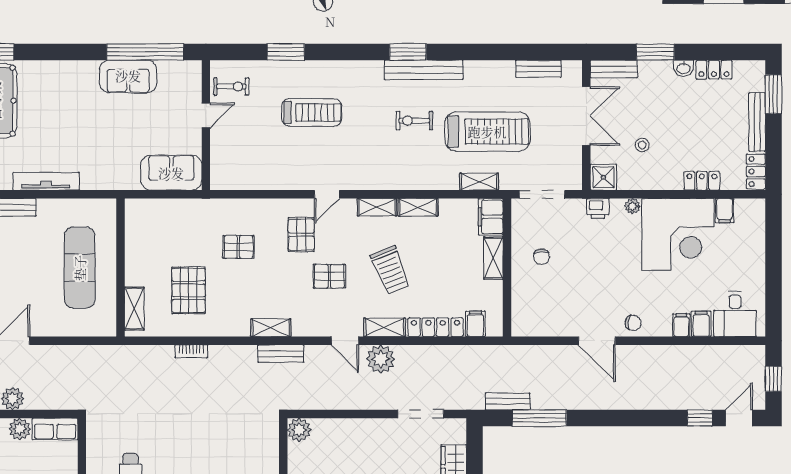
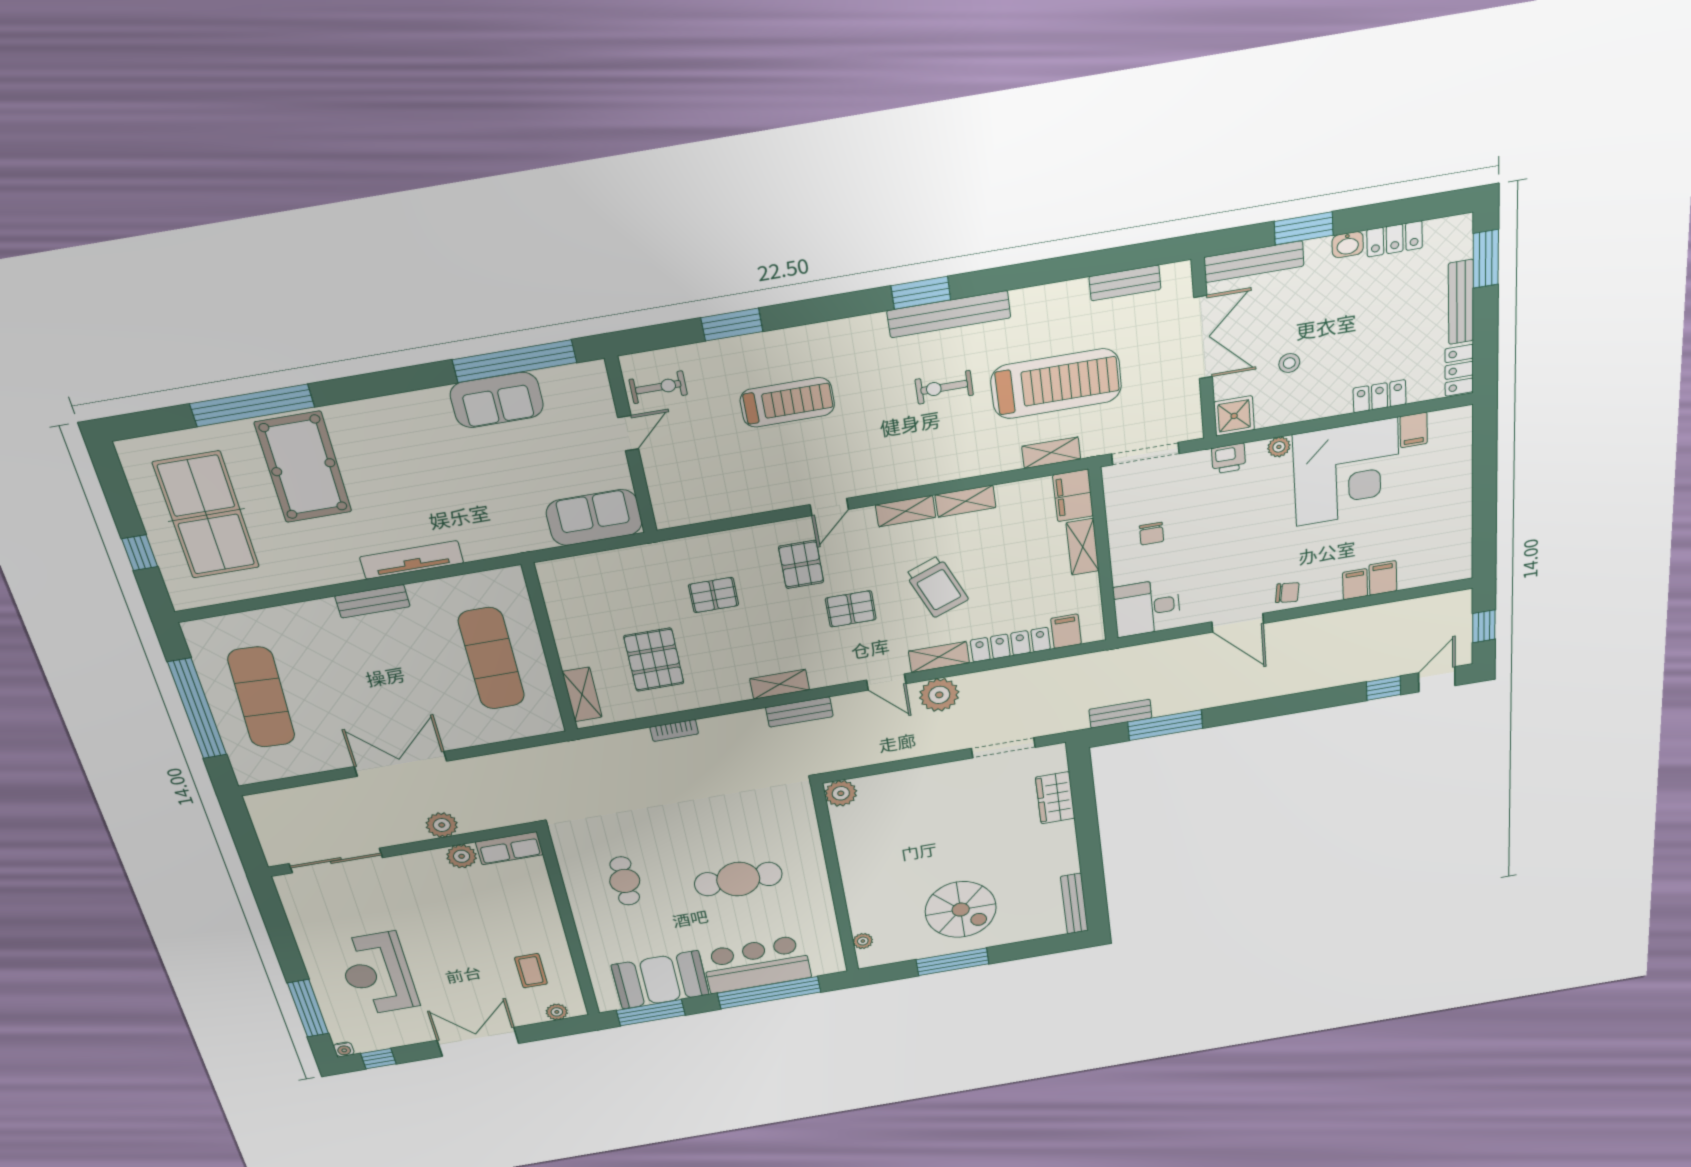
bench: (614, 69) -> (1254, 262), width x1.36
desk: (735, 314) -> (1147, 608), moved, turned 90

